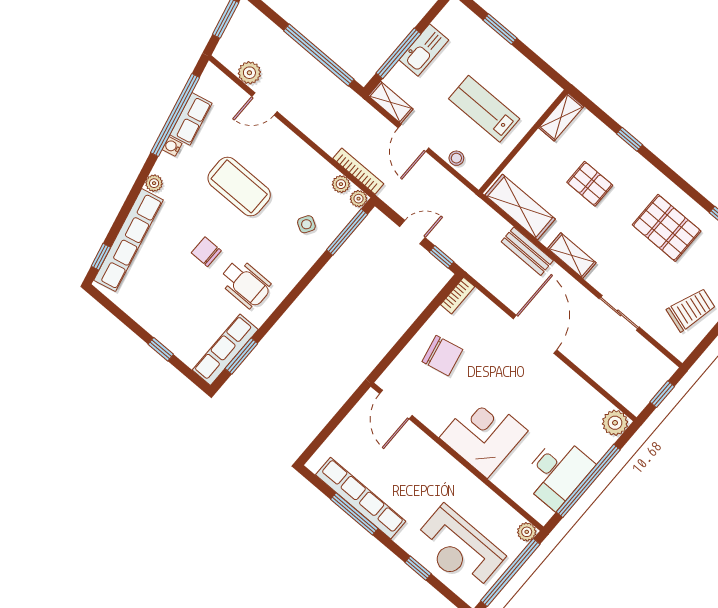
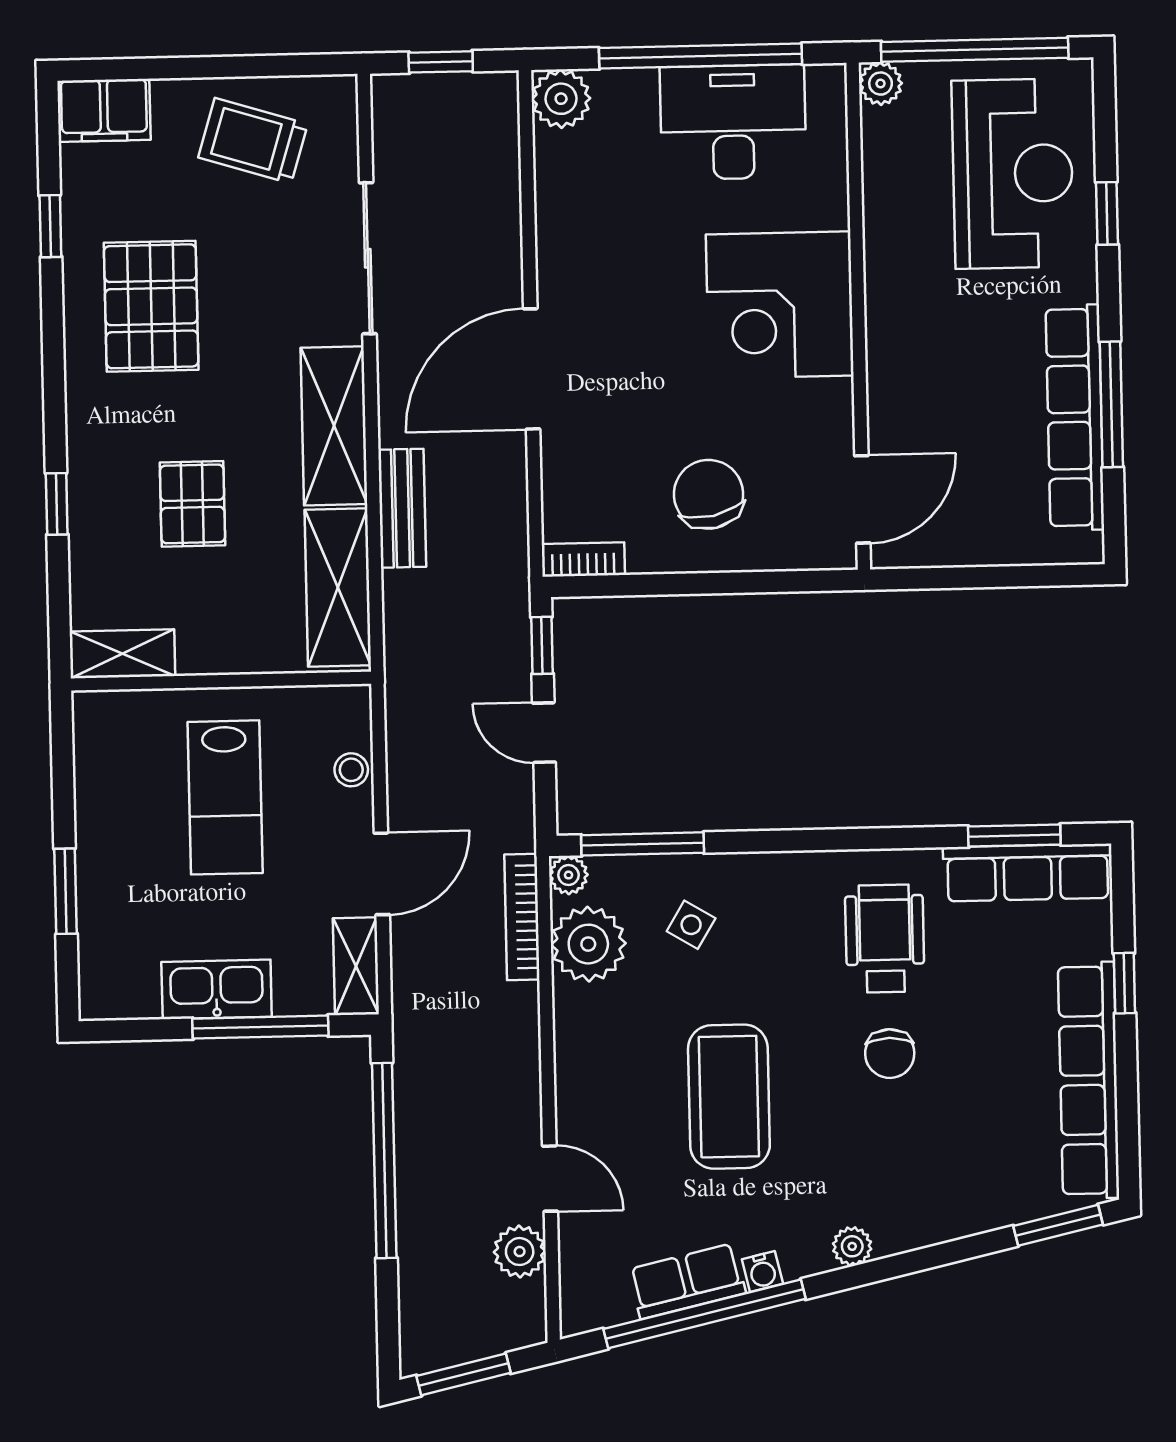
plant: (341, 184) -> (588, 944), width x1.88, depth x1.88
row of seats: (129, 240) -> (1089, 1080), moved, turned -77
shelving: (572, 256) -> (334, 426), width x1.50, depth x1.33
window: (101, 257) -> (1058, 1225), width x1.50
sliding door: (619, 313) -> (368, 258), width x1.37

